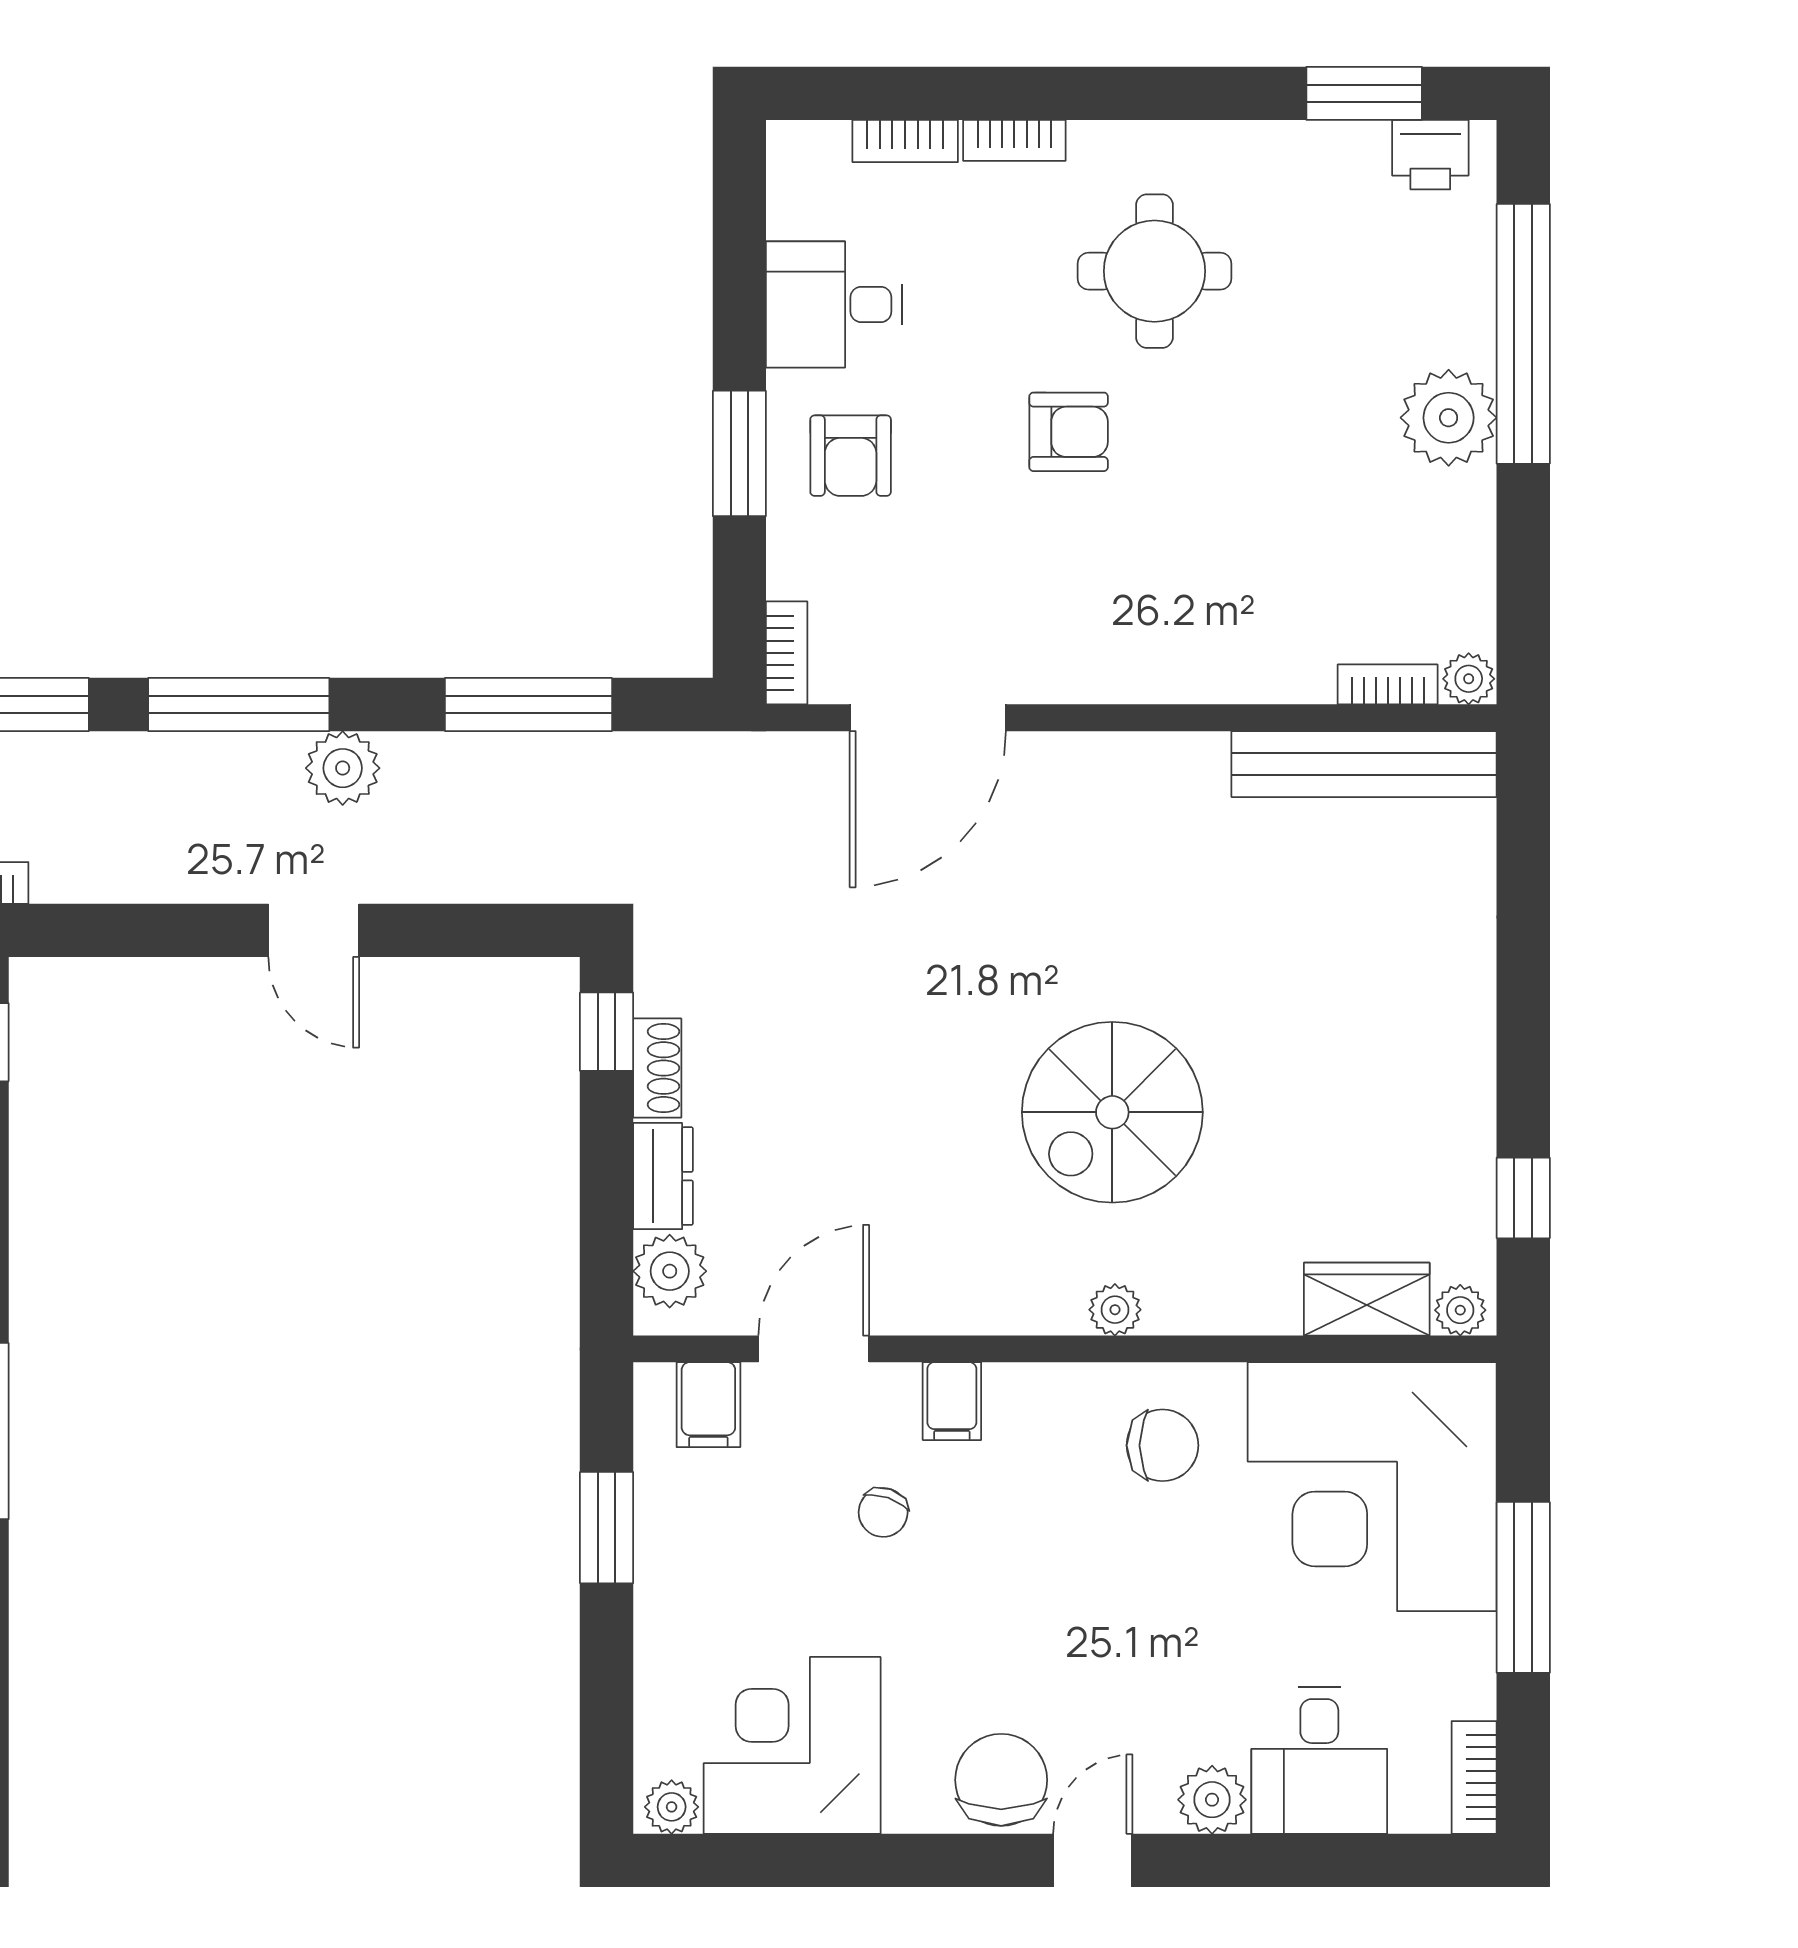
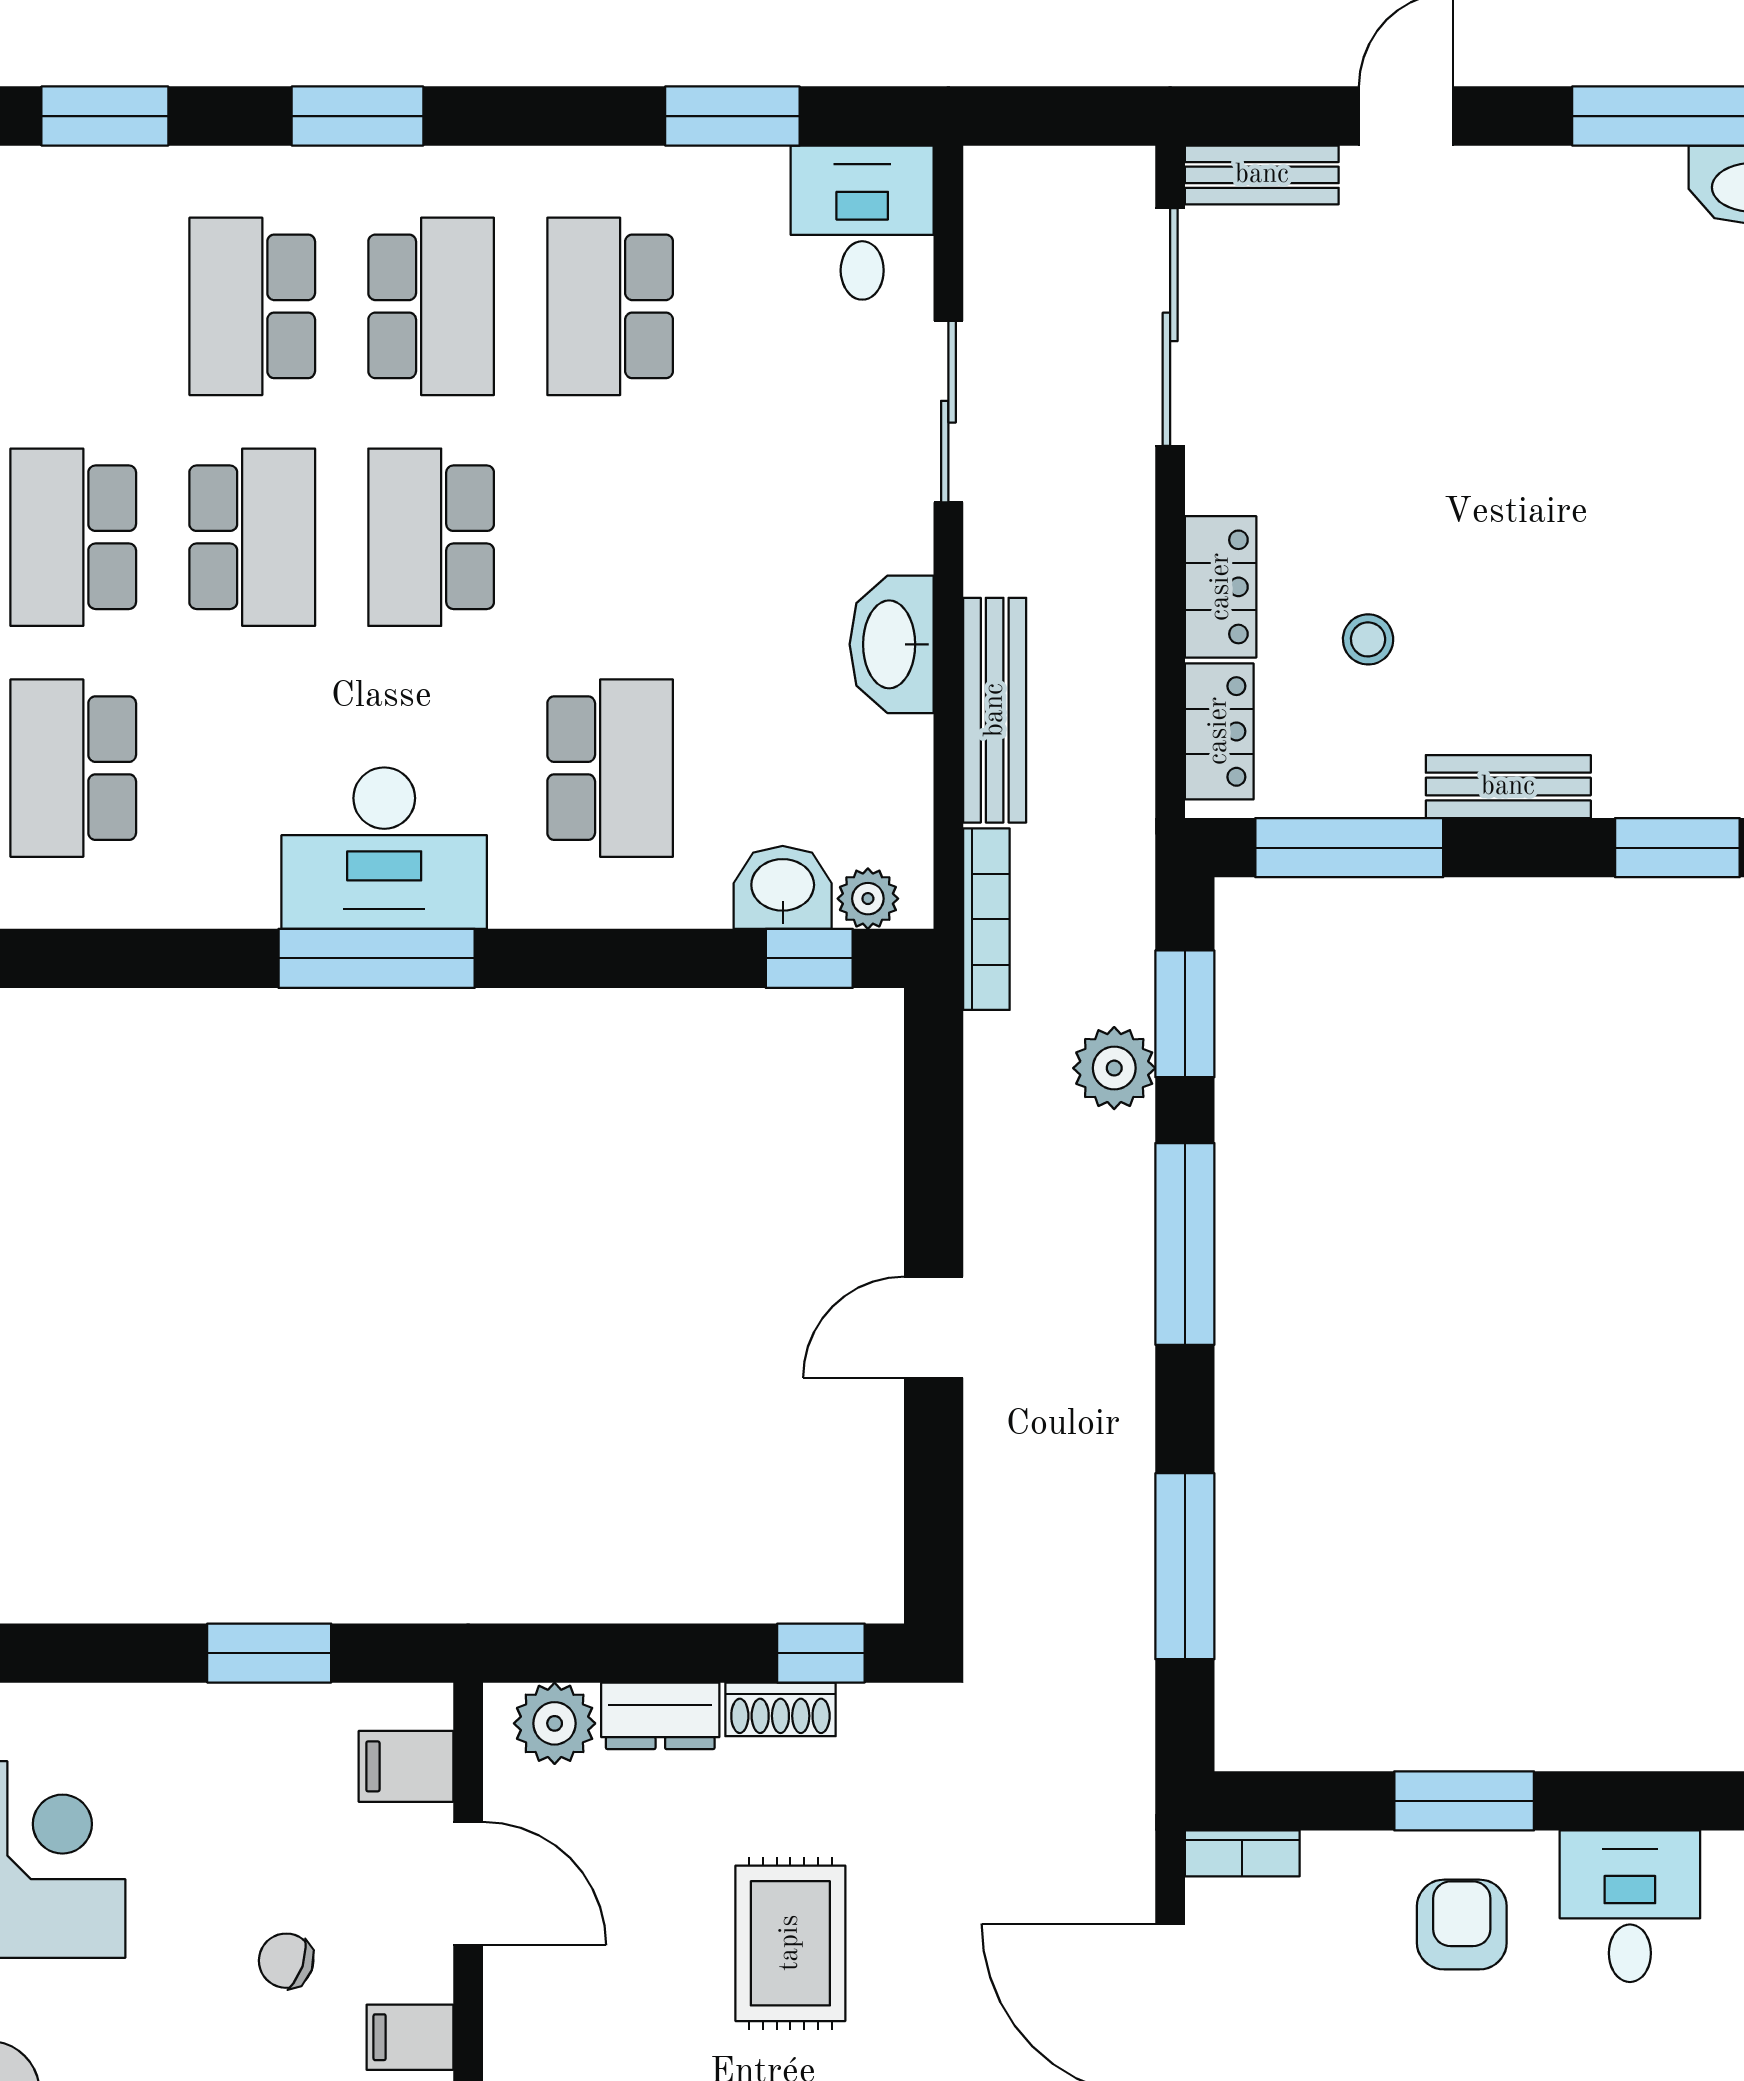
armchair: (851, 456) -> (1462, 1925), turned 90
plant: (343, 768) -> (1114, 1068), moved
rug: (867, 1059) -> (790, 1943), added

